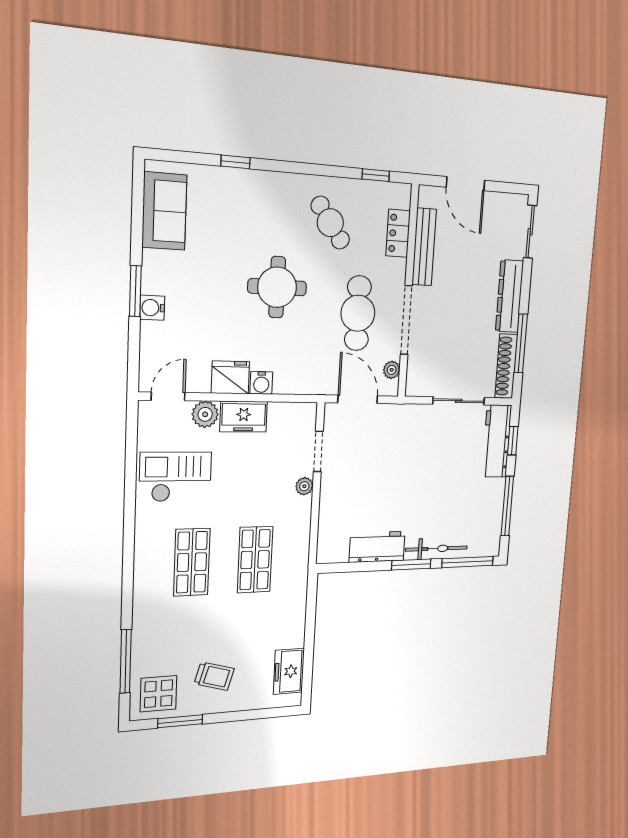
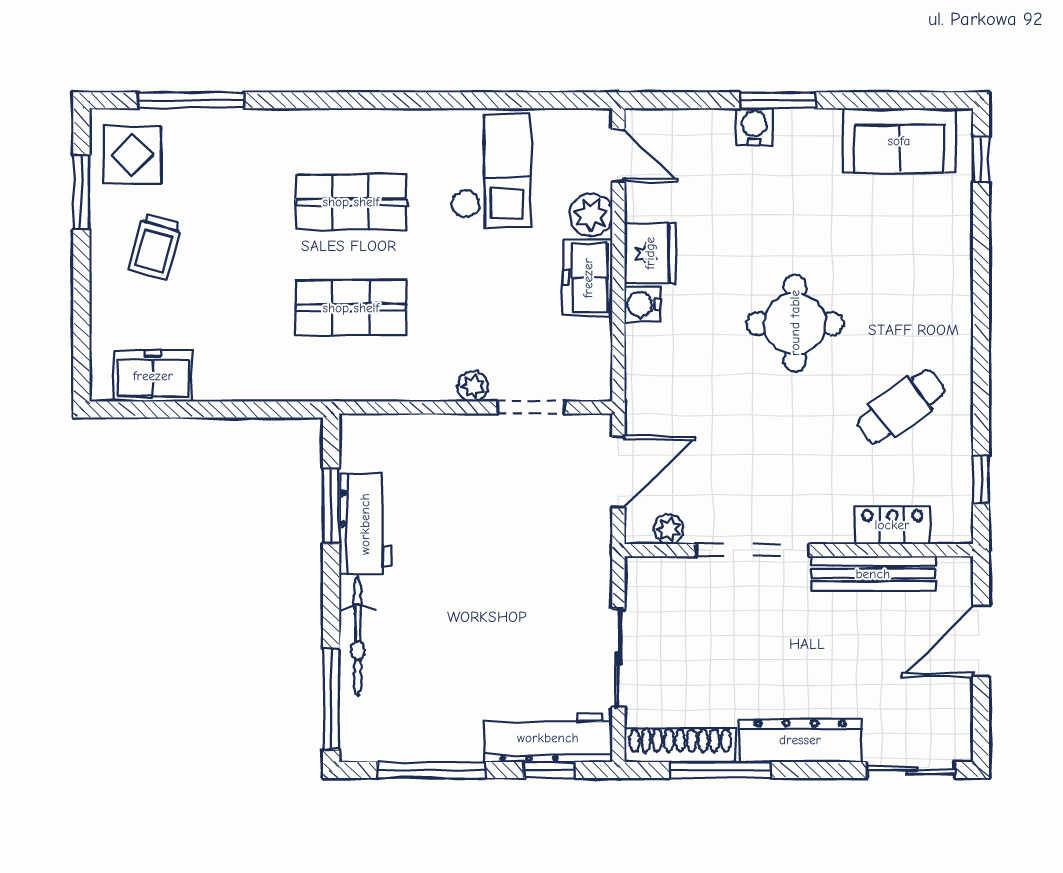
window: (235, 162) -> (981, 159), moved
cafe table: (358, 313) -> (760, 463), removed
window: (411, 564) -> (331, 506), moved

